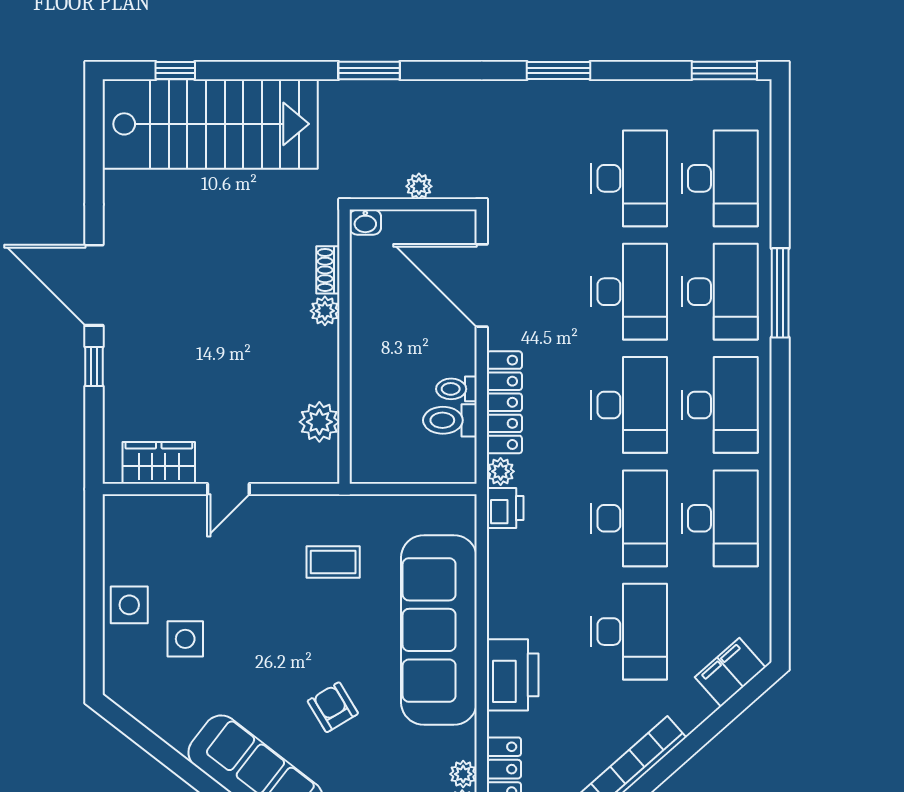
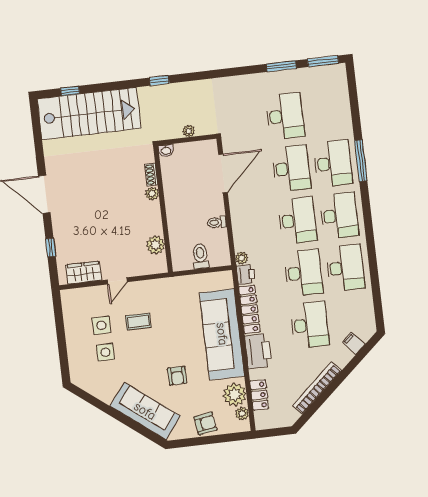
window: (369, 71) -> (159, 80), width x0.67
window: (558, 71) -> (281, 66), moved
desk: (720, 178) -> (327, 111), removed
door: (482, 286) -> (223, 173), swing flipped
window: (94, 366) -> (51, 248), moved
locker: (504, 402) -> (249, 309), moved
toilet: (450, 420) -> (200, 256), moved, turned 90
coffee table: (333, 562) -> (138, 322), moved
side table: (129, 605) -> (101, 325), moved
filing cabinet: (730, 672) -> (354, 343), width x0.50
armchair: (333, 707) -> (177, 376), turned -149
plant: (463, 774) -> (235, 395), width x1.87, depth x1.87

